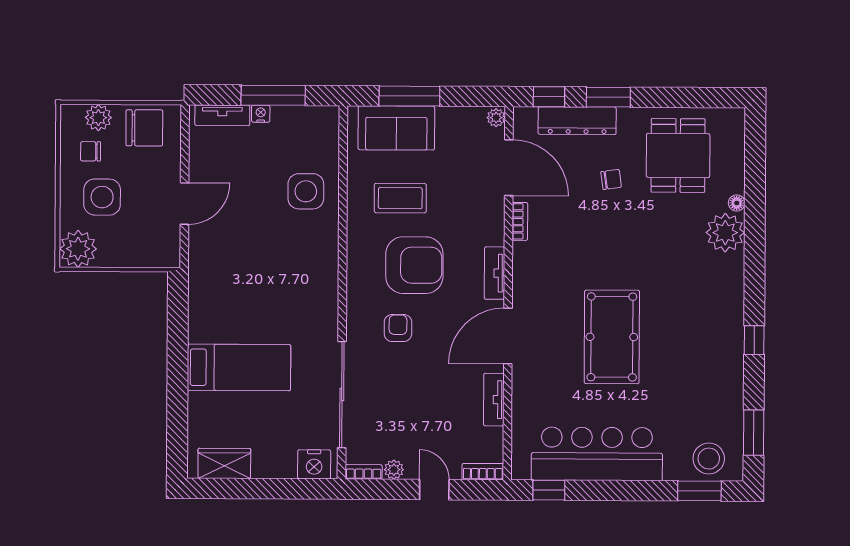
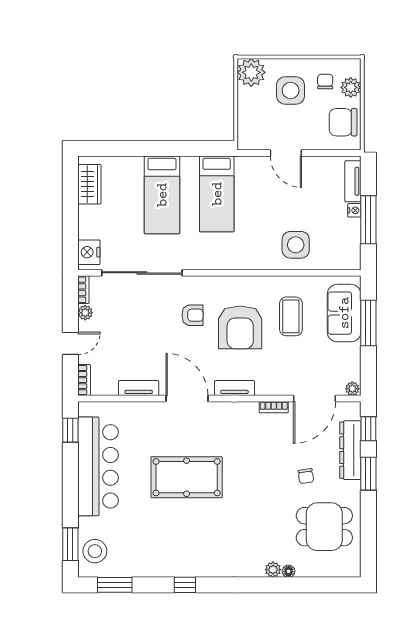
chair: (144, 128) -> (343, 122), turned 90
plant: (725, 233) -> (273, 570), width x0.53, depth x0.53
bed: (238, 295) -> (217, 194), added

